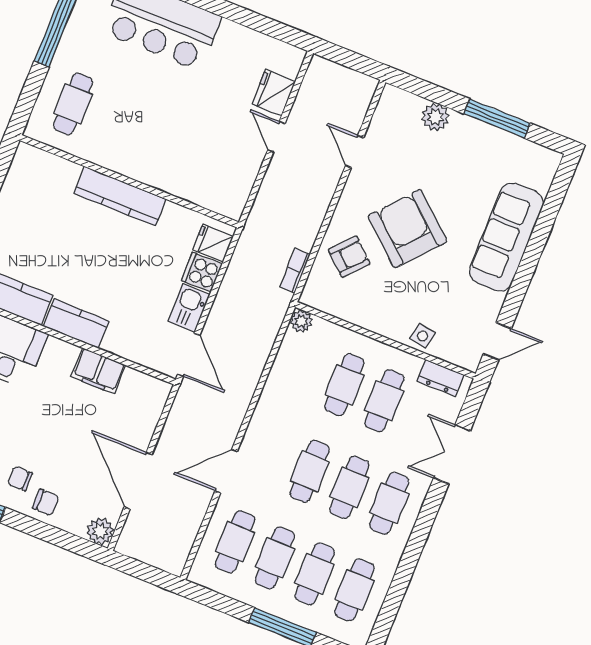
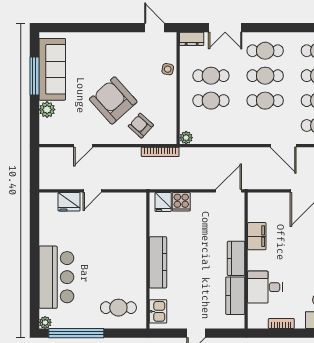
armchair: (407, 229) -> (113, 100), turned 97
sofa: (506, 237) -> (52, 69), moved, turned -90
bookcase: (295, 271) -> (160, 152), width x1.56
kitchen sink: (189, 308) -> (158, 311), moved, turned -90
dresser: (441, 378) -> (192, 39), moved, turned 90

